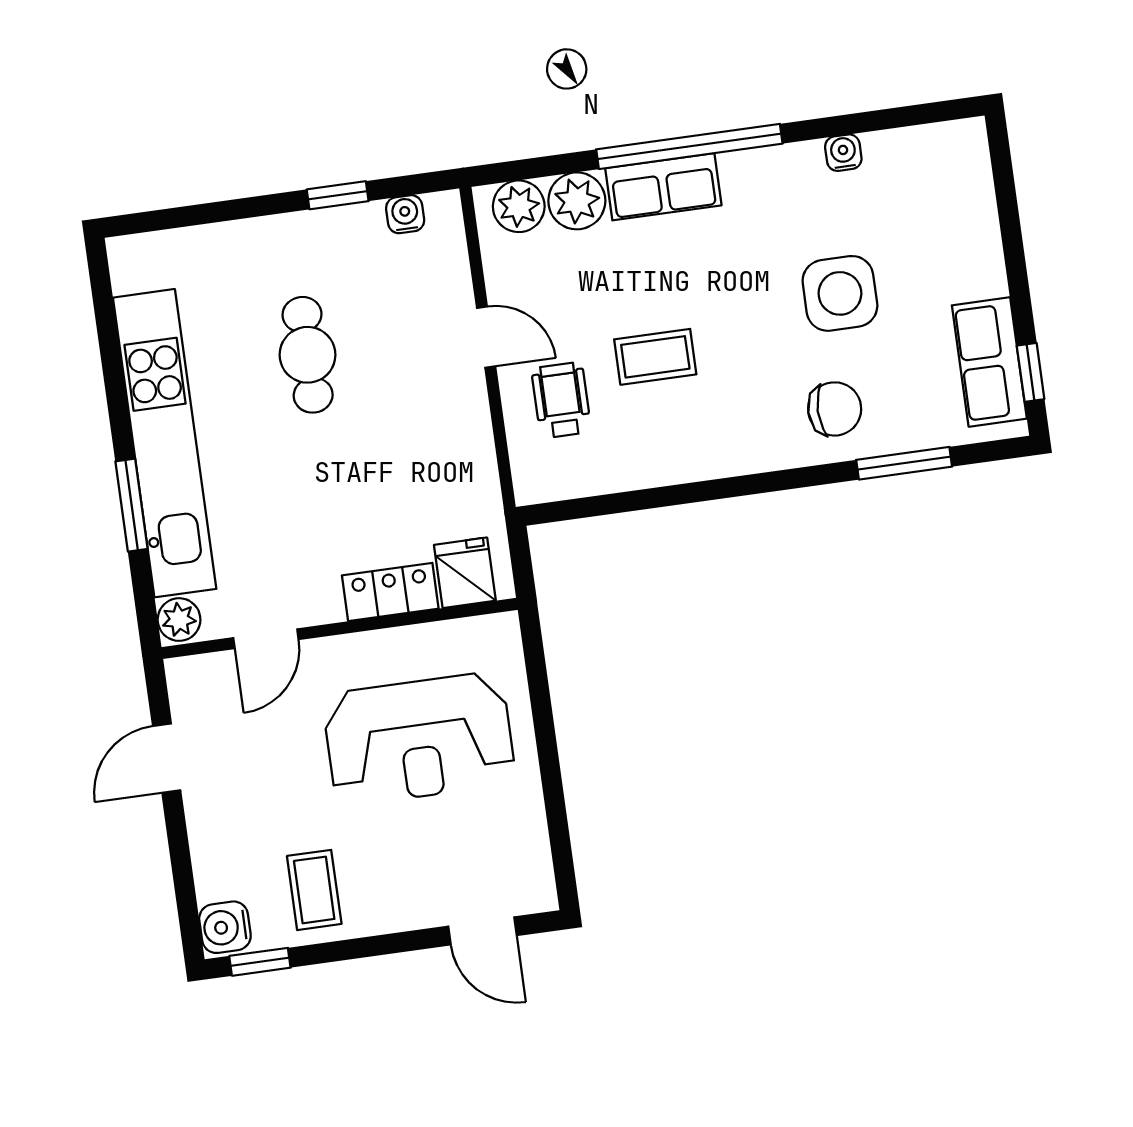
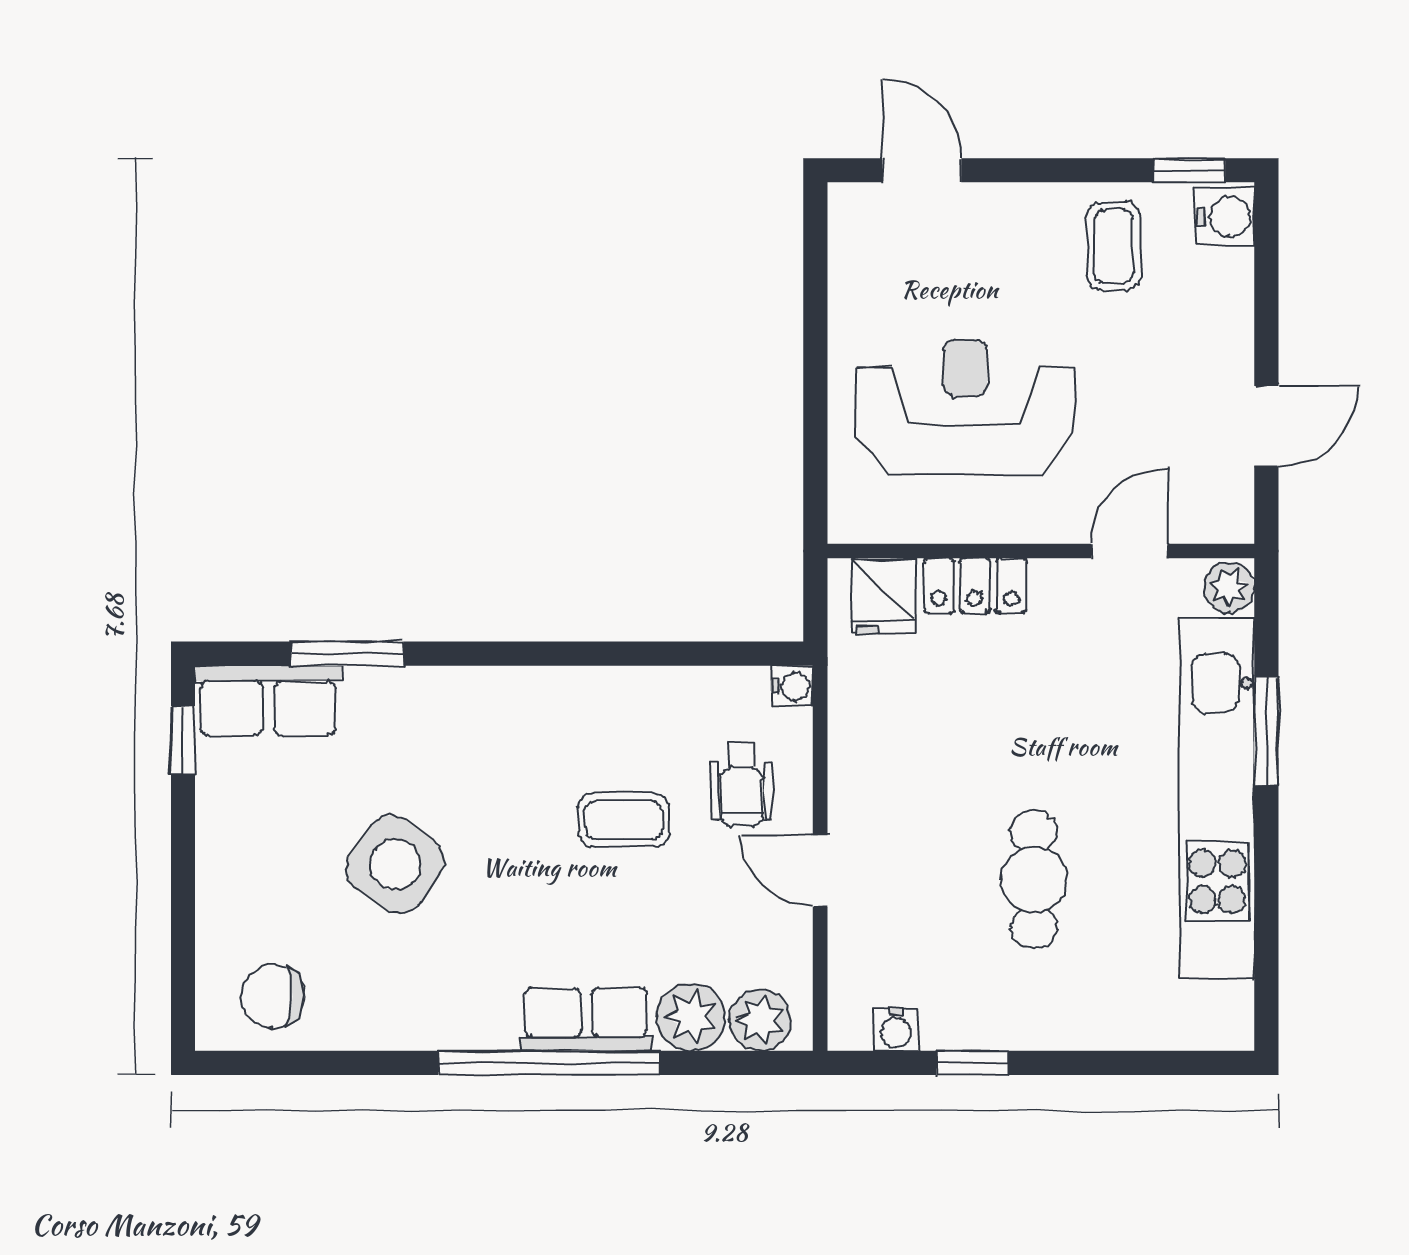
water cooler: (843, 153) -> (792, 686), moved, turned -90
side table: (840, 293) -> (395, 865), turned 35
row of seats: (989, 362) -> (268, 701), moved, turned 90
chair: (835, 409) -> (273, 997), moved

